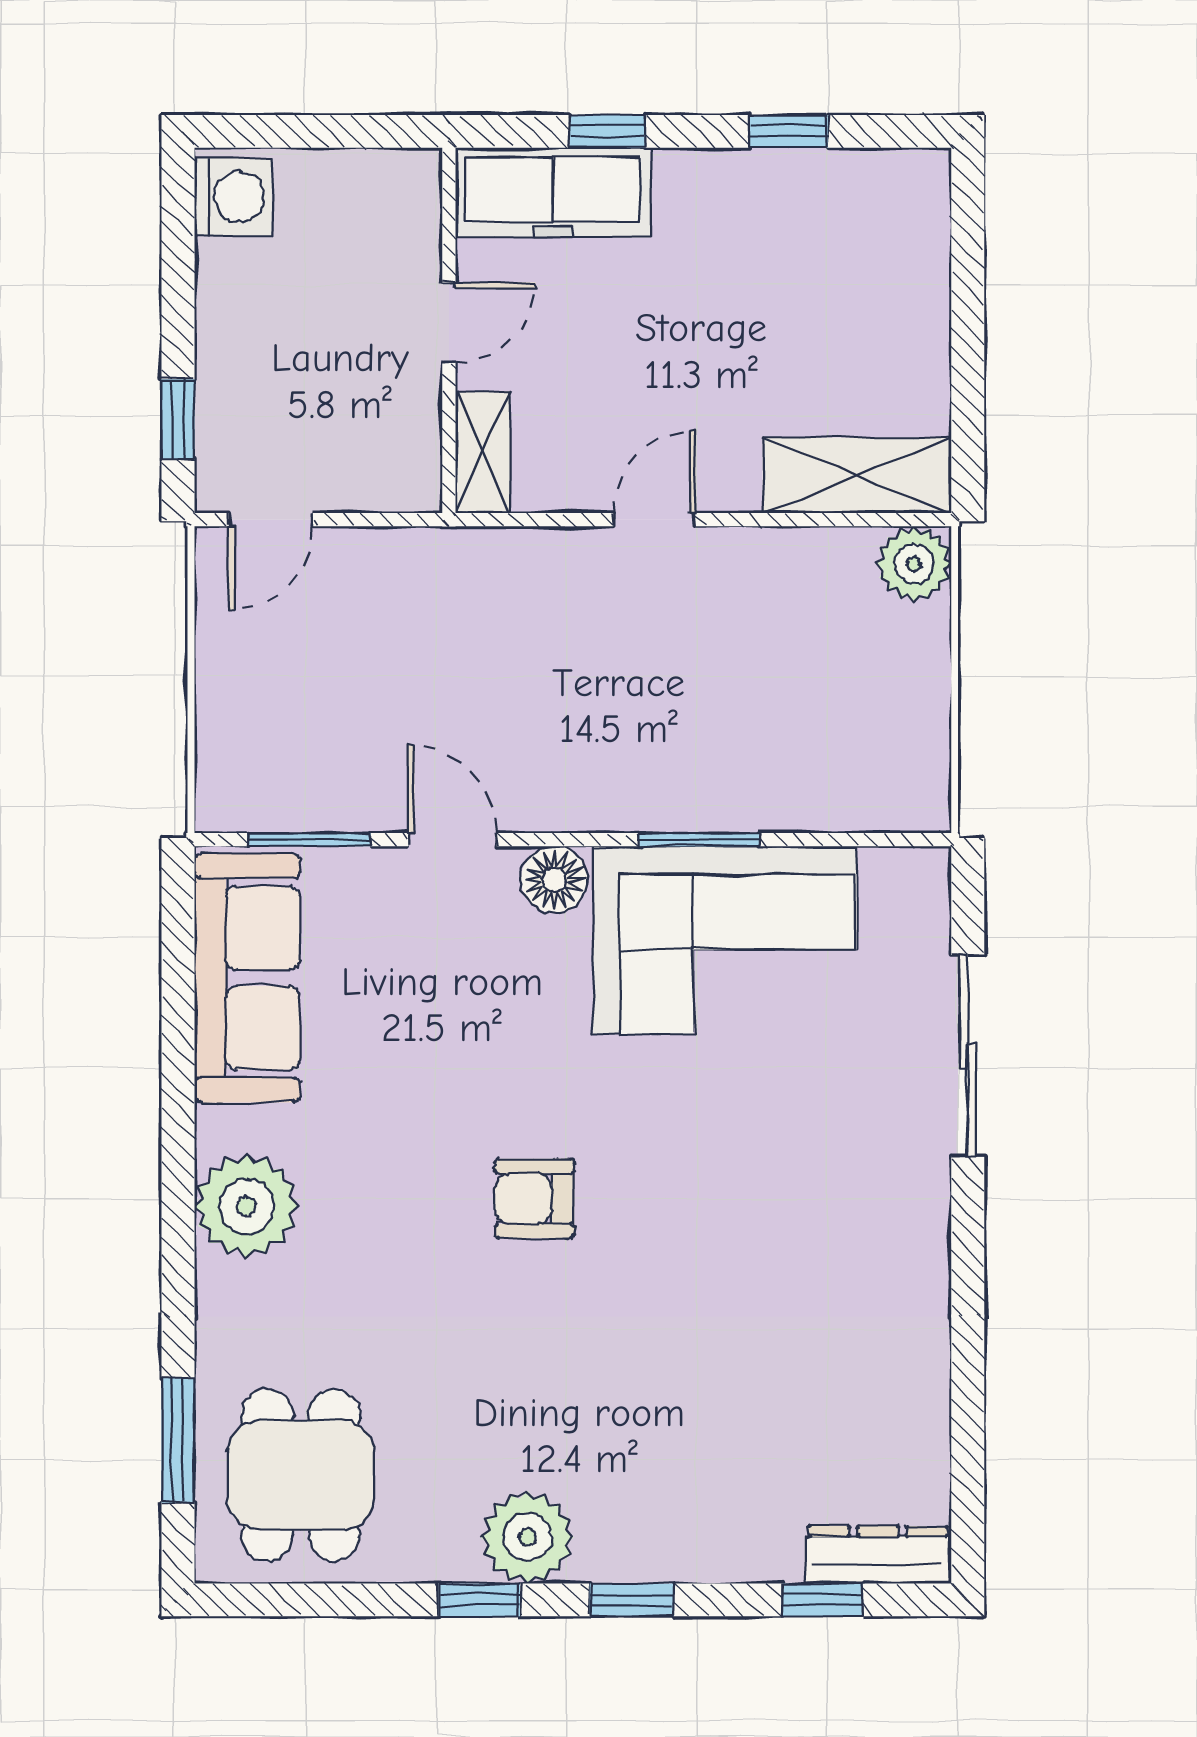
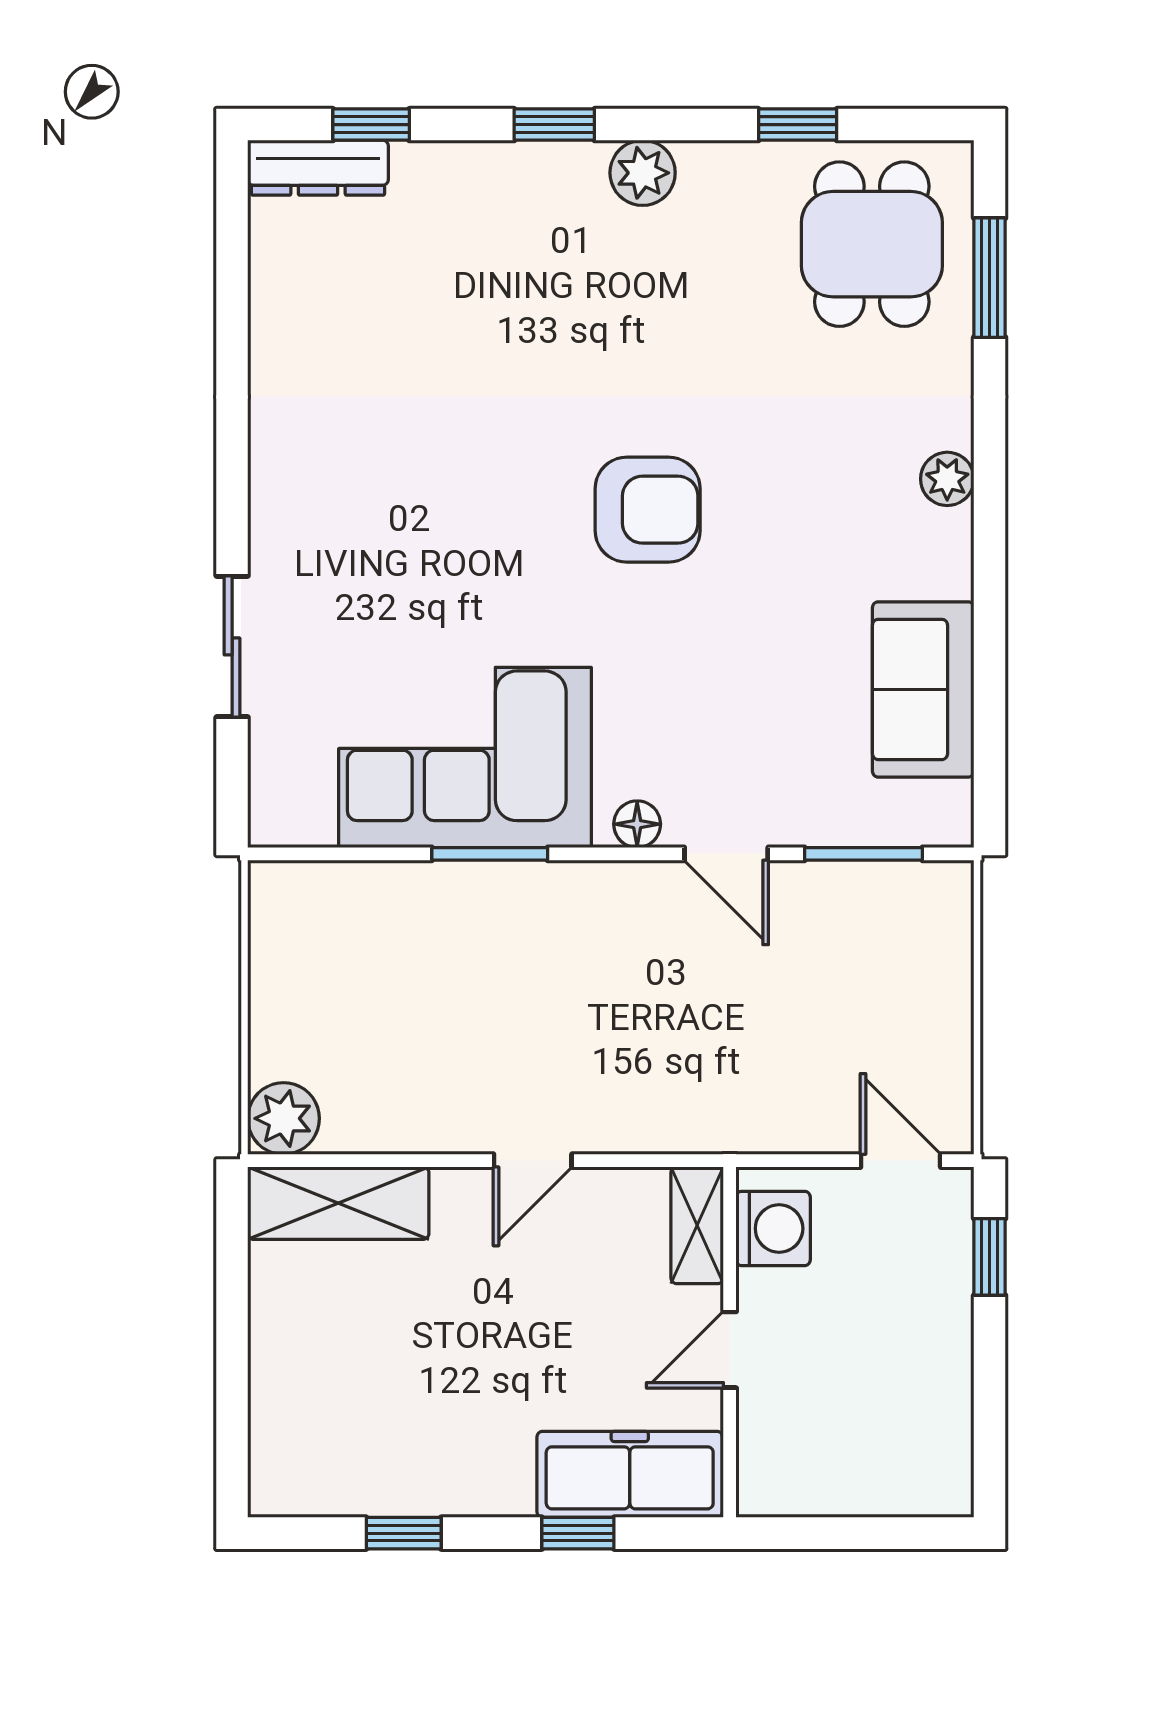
washing machine: (233, 197) -> (773, 1228), moved, turned 180
door: (271, 520) -> (901, 1161), hinge flipped
floor lamp: (554, 880) -> (637, 824), width x0.73, depth x0.73
sofa: (247, 978) -> (923, 689), width x0.73
sliding door: (968, 1056) -> (232, 646), width x0.73
armchair: (534, 1198) -> (648, 510), width x1.38, depth x1.38
plant: (246, 1206) -> (947, 479), width x0.53, depth x0.53
plant: (527, 1537) -> (643, 173), width x0.73, depth x0.73
window: (479, 1600) -> (798, 125), moved

